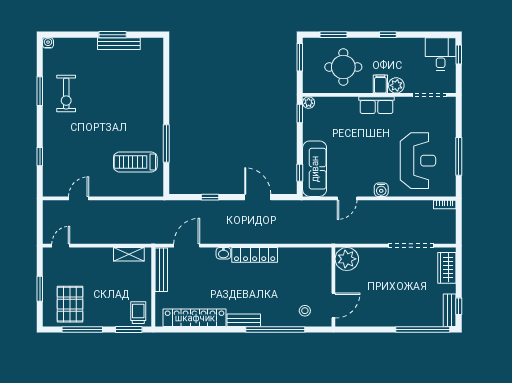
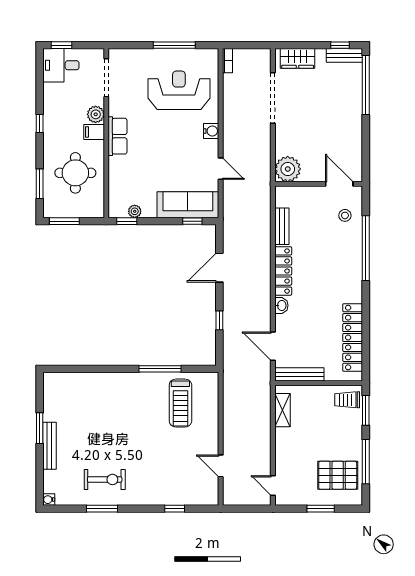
bench: (119, 44) -> (49, 446), moved
plant: (309, 103) -> (135, 211), moved
bench: (244, 320) -> (282, 226), moved

